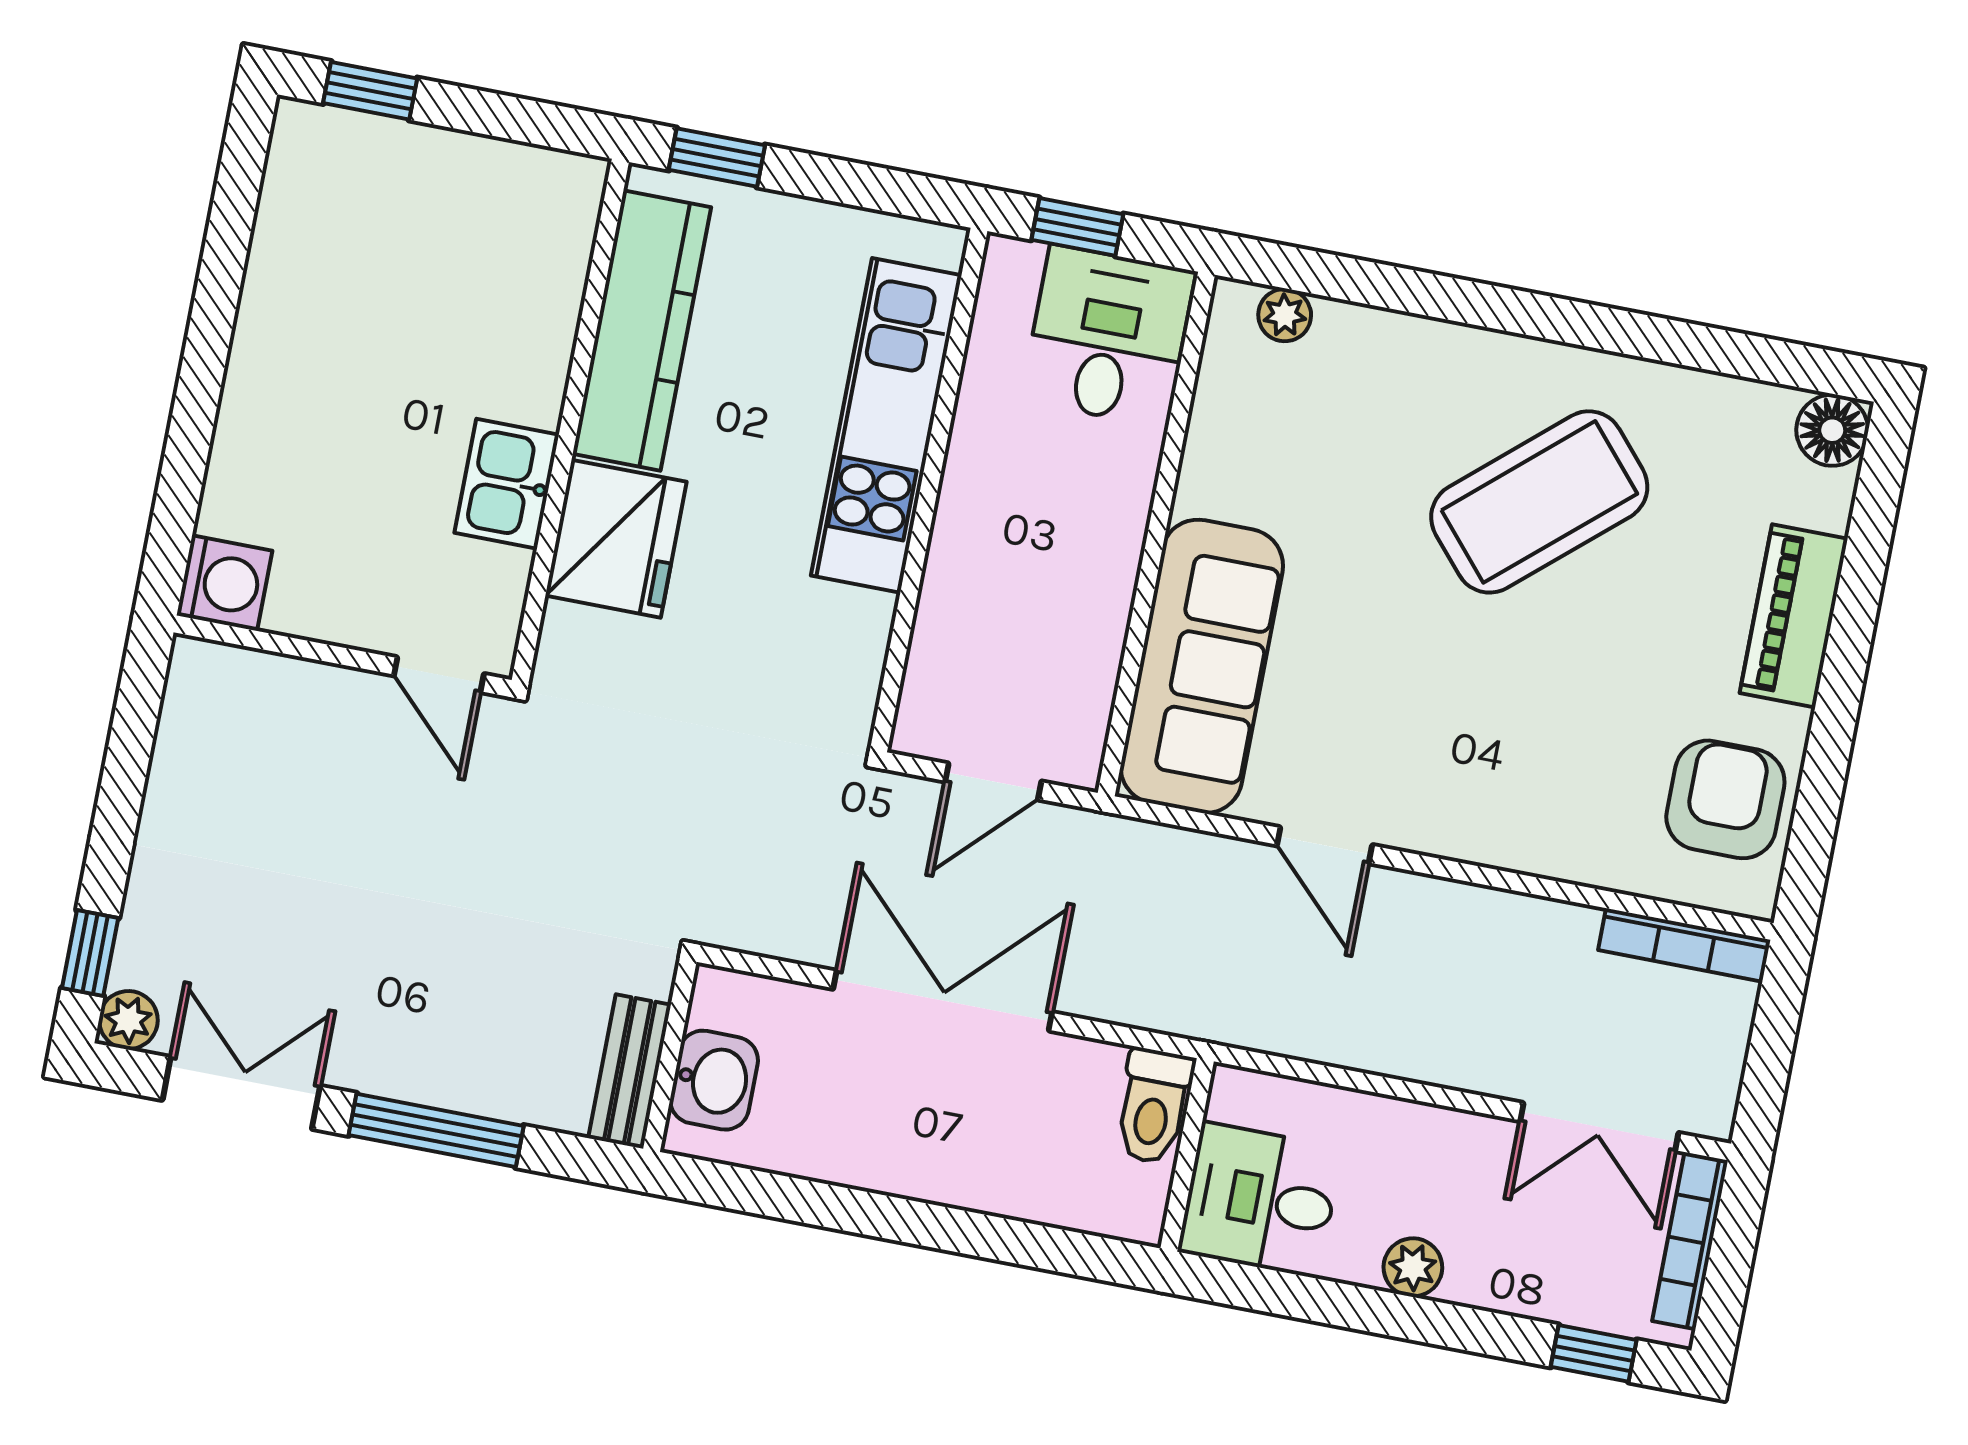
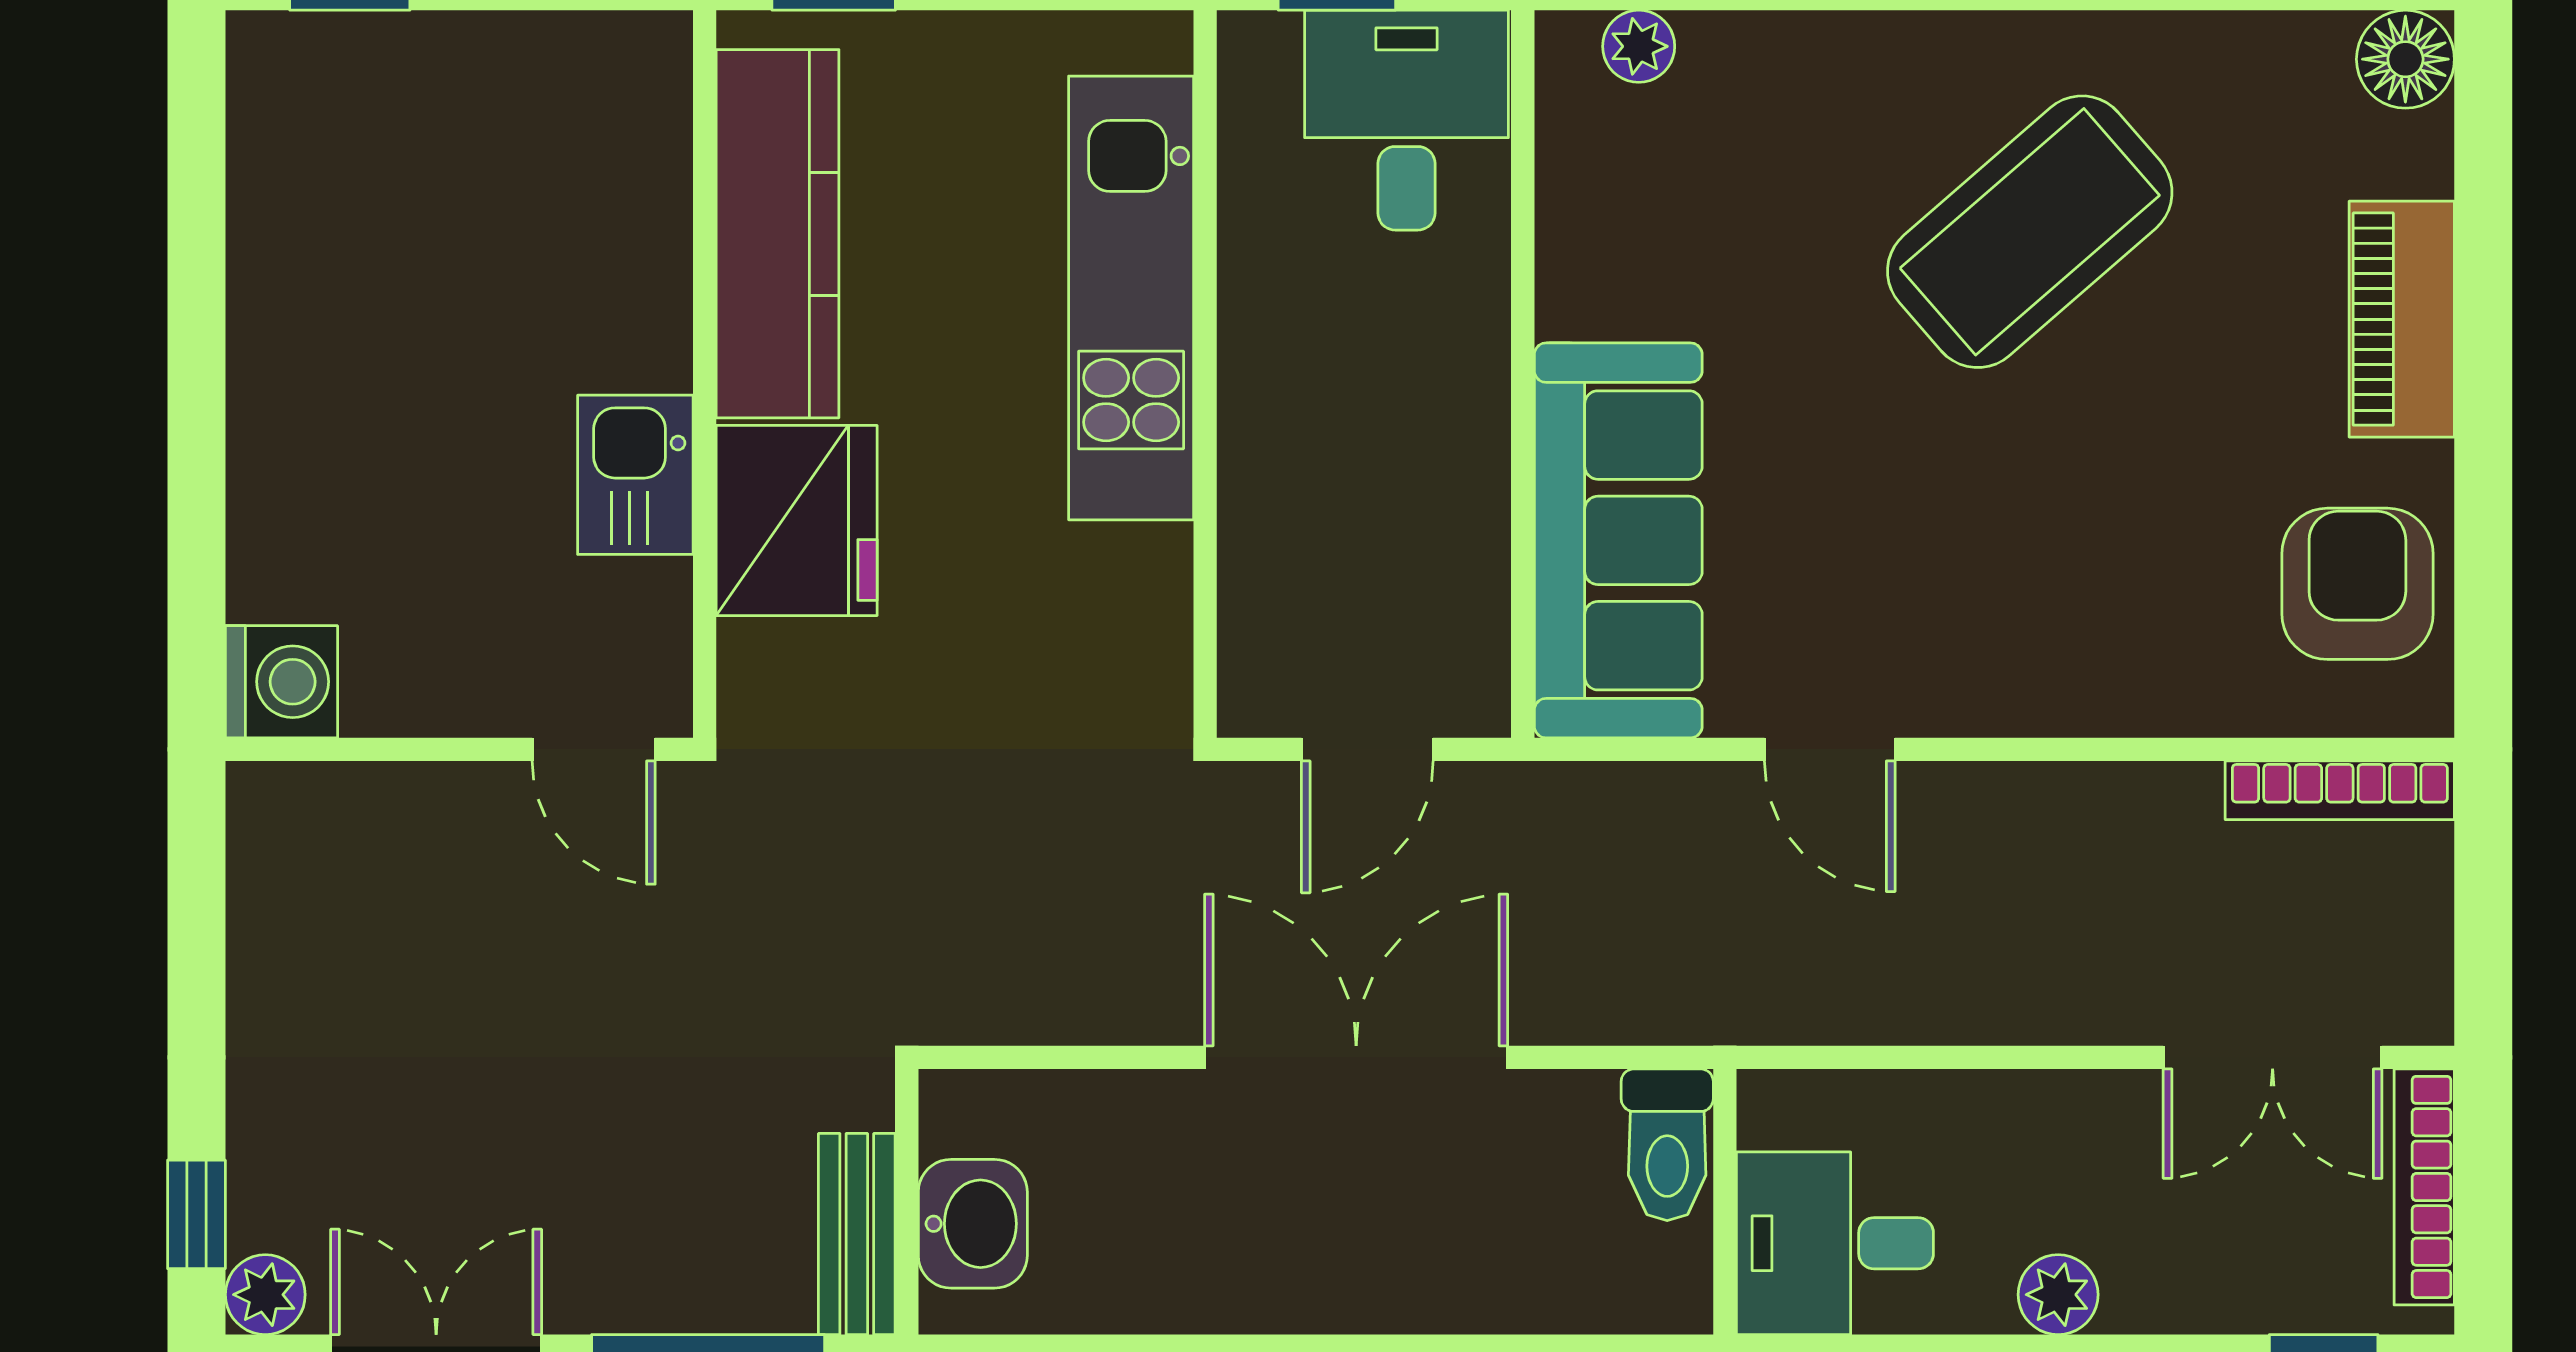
wall: (670, 1055) -> (907, 1202), moved
bench: (630, 1071) -> (857, 1234), moved
washbasin: (714, 1080) -> (973, 1224), moved

